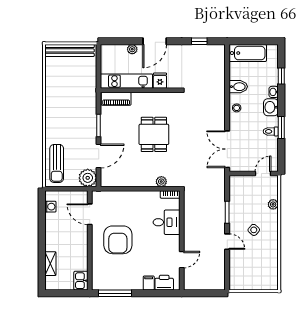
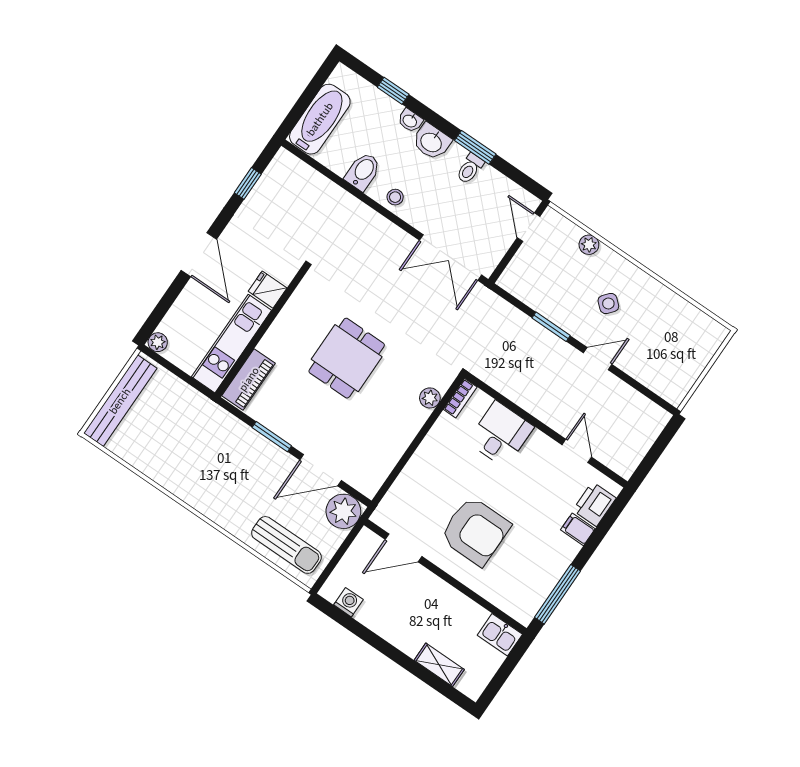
plant: (132, 49) -> (158, 342), moved
dining table: (154, 134) -> (347, 358), turned 90
door: (99, 156) -> (321, 470), swing flipped

